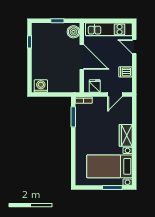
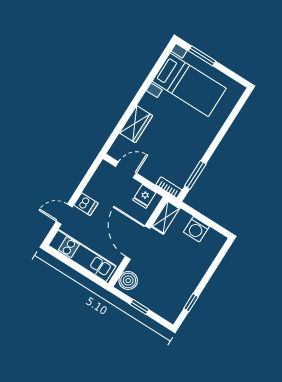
door: (134, 47) -> (64, 214), swing flipped
dishwasher: (125, 72) -> (86, 204), moved
shelving: (75, 82) -> (166, 217), added
washing machine: (41, 86) -> (196, 229), moved
wardrobe: (126, 135) -> (136, 124), moved

